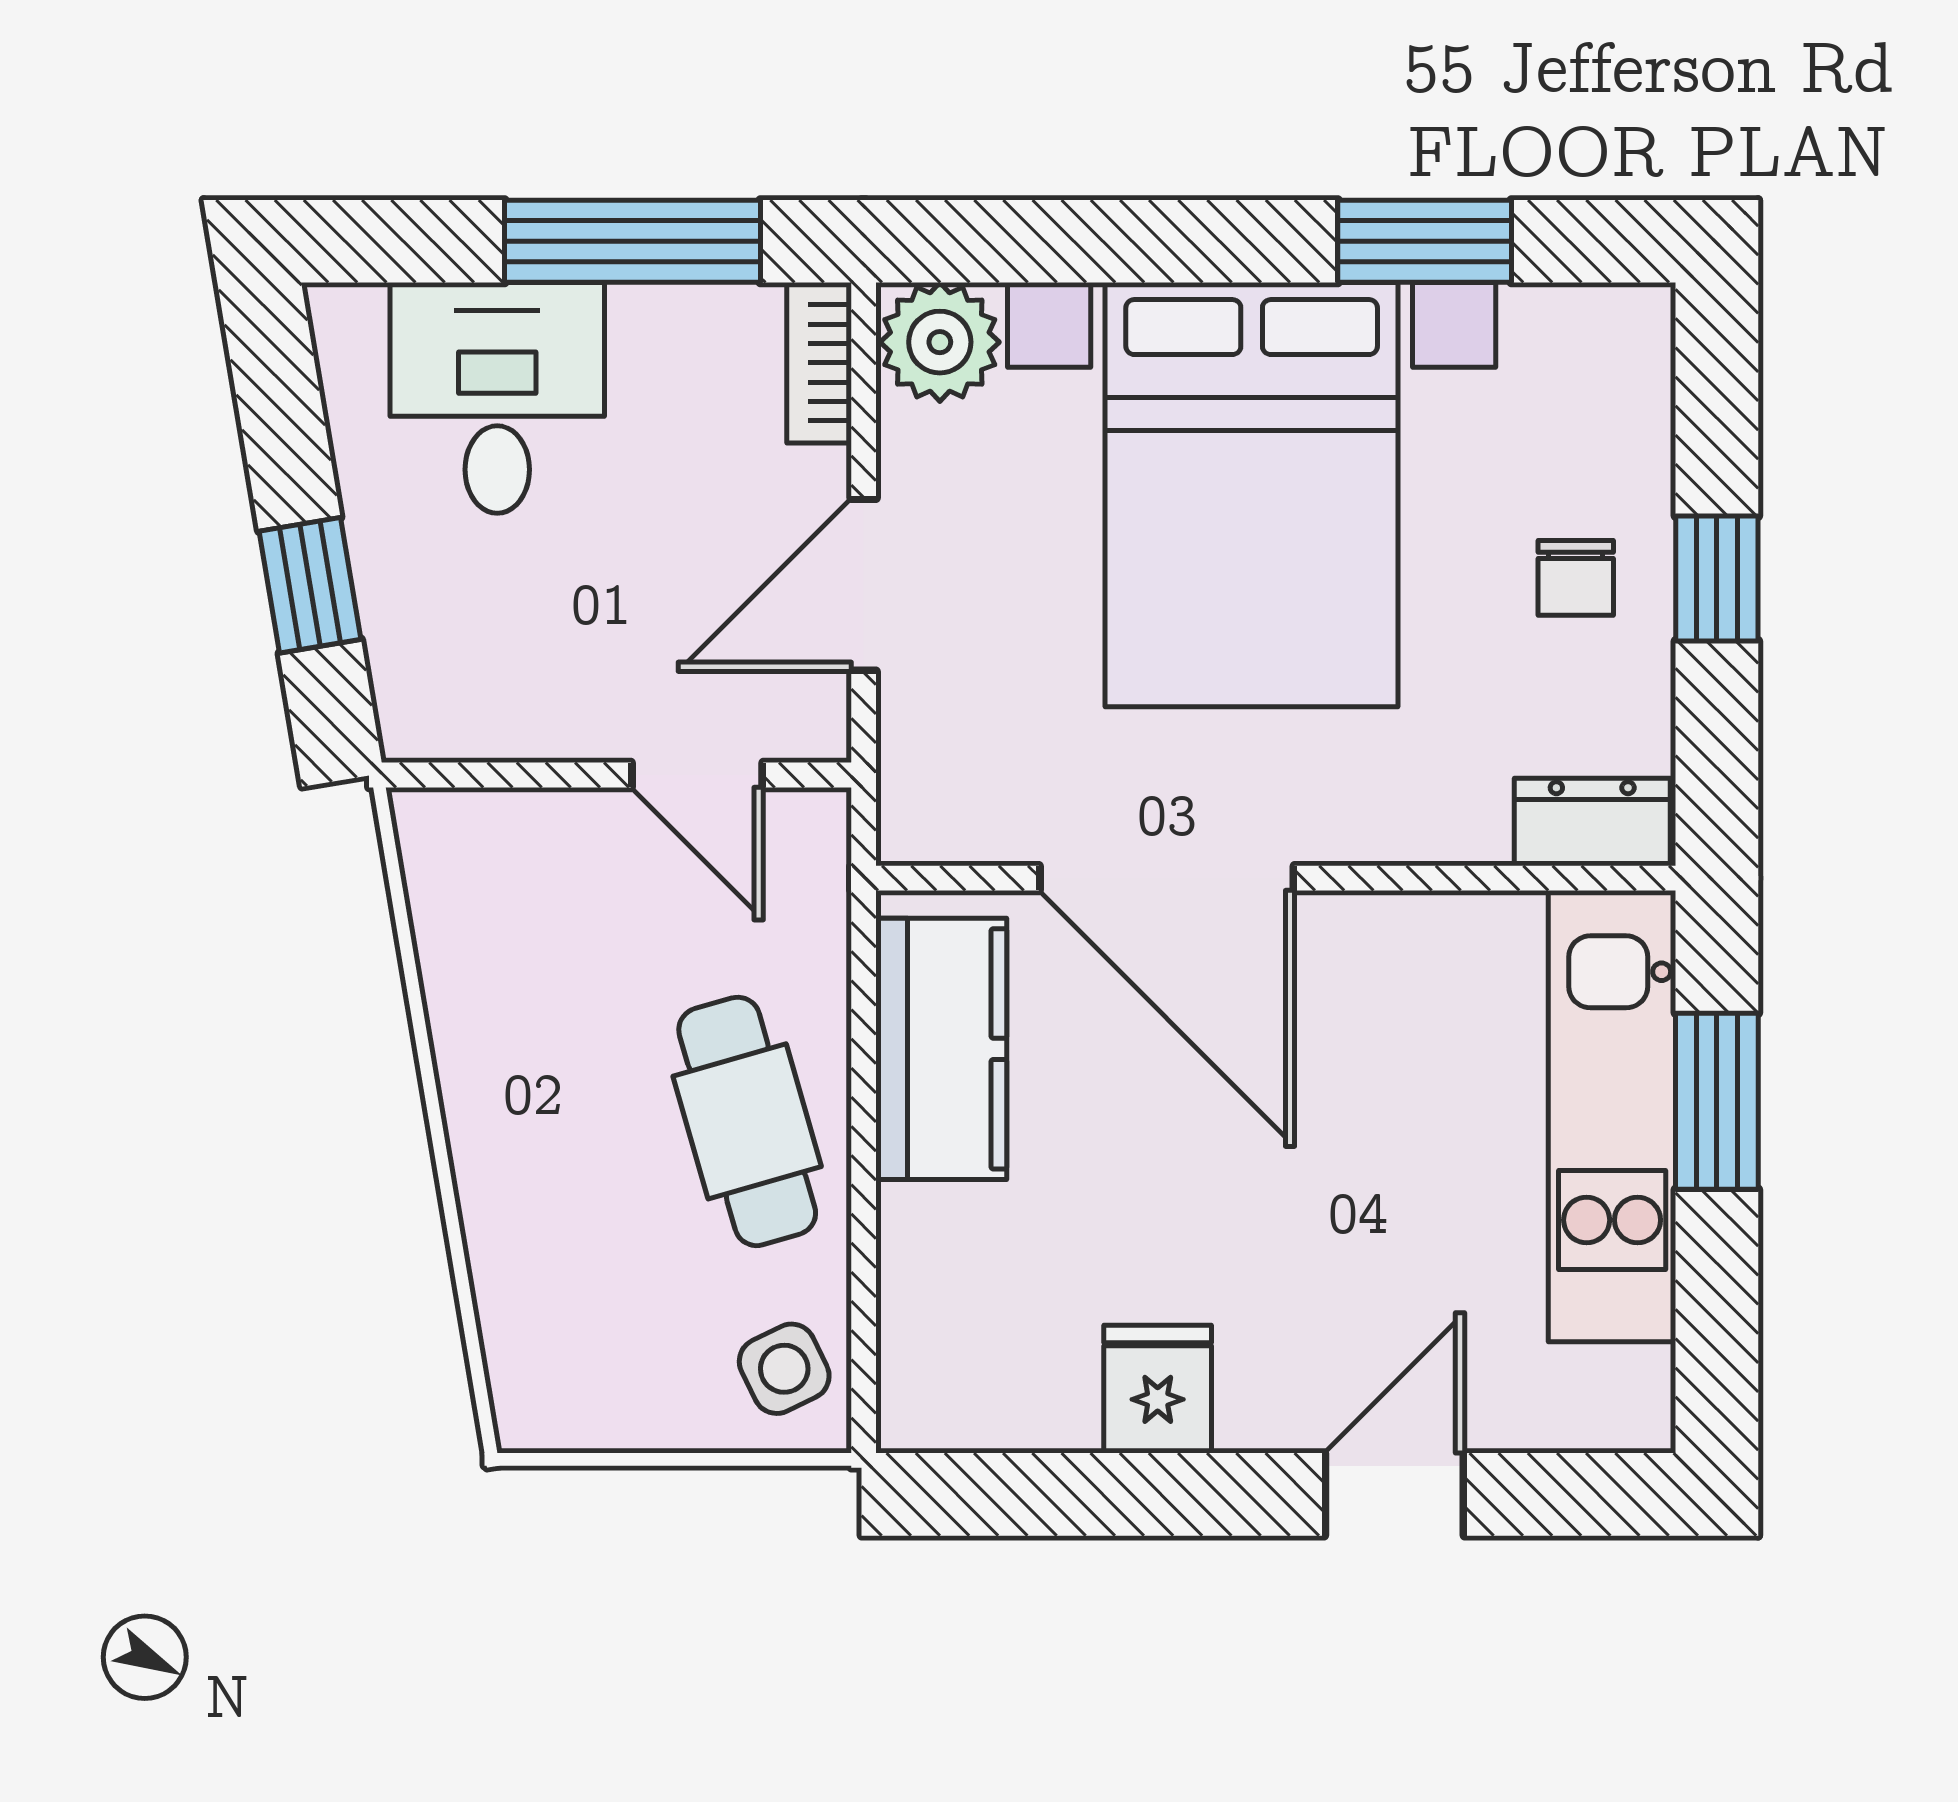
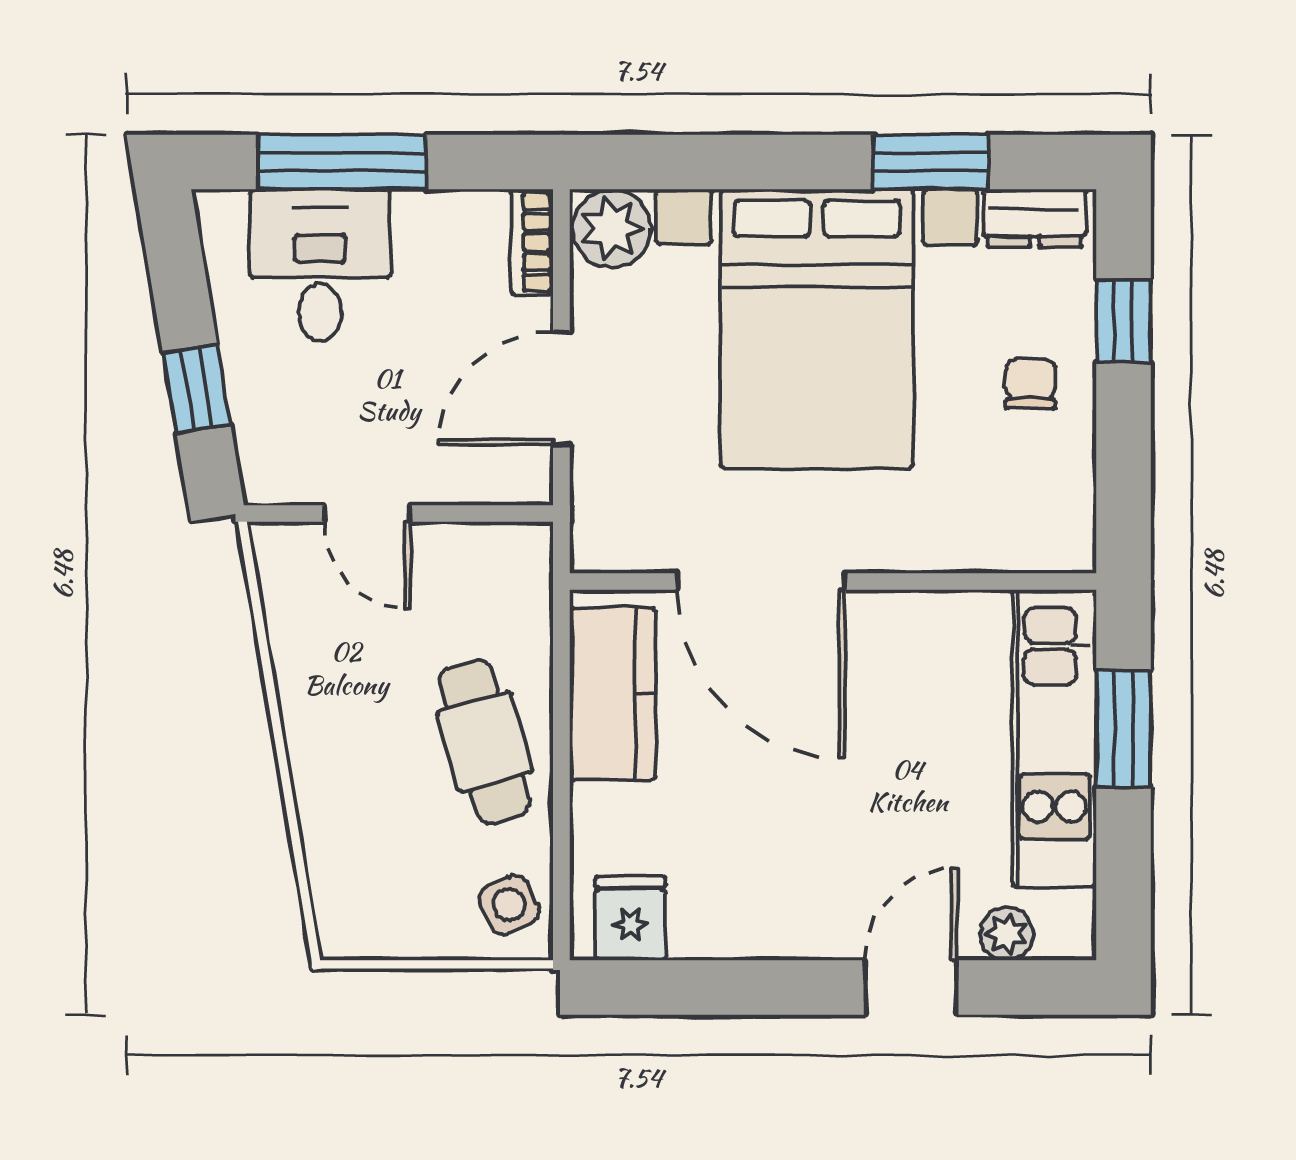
window: (632, 241) -> (342, 162), moved
chair: (1576, 578) -> (1030, 384), turned 180
window: (1717, 578) -> (1123, 321), moved
door: (697, 775) -> (368, 514), moved
dresser: (1592, 822) -> (1034, 218), moved, turned 180
fridge: (1158, 1389) -> (630, 918), moved
plant: (1540, 1413) -> (1007, 934), added

